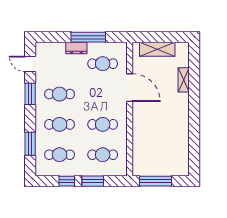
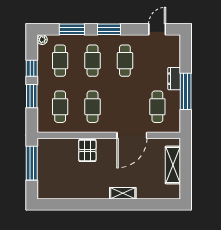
shelving: (184, 80) -> (123, 193), moved
window: (30, 94) -> (109, 29), moved
pallet: (144, 129) -> (87, 150), added
plant: (40, 172) -> (42, 40), added

